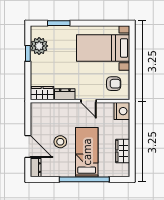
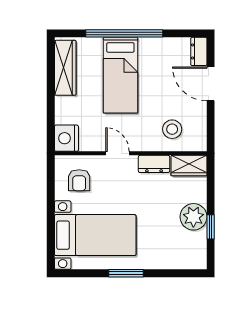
window: (59, 23) -> (126, 273), moved
plant: (39, 46) -> (193, 217), moved
armchair: (114, 84) -> (79, 180), turned -90
stool: (60, 142) -> (172, 129), moved
wardrobe: (123, 151) -> (65, 68), width x1.50

